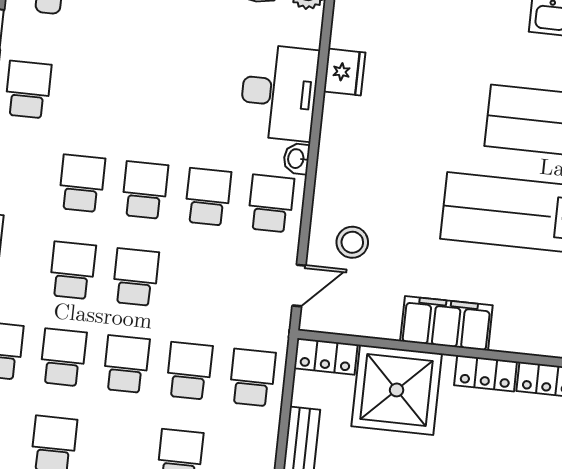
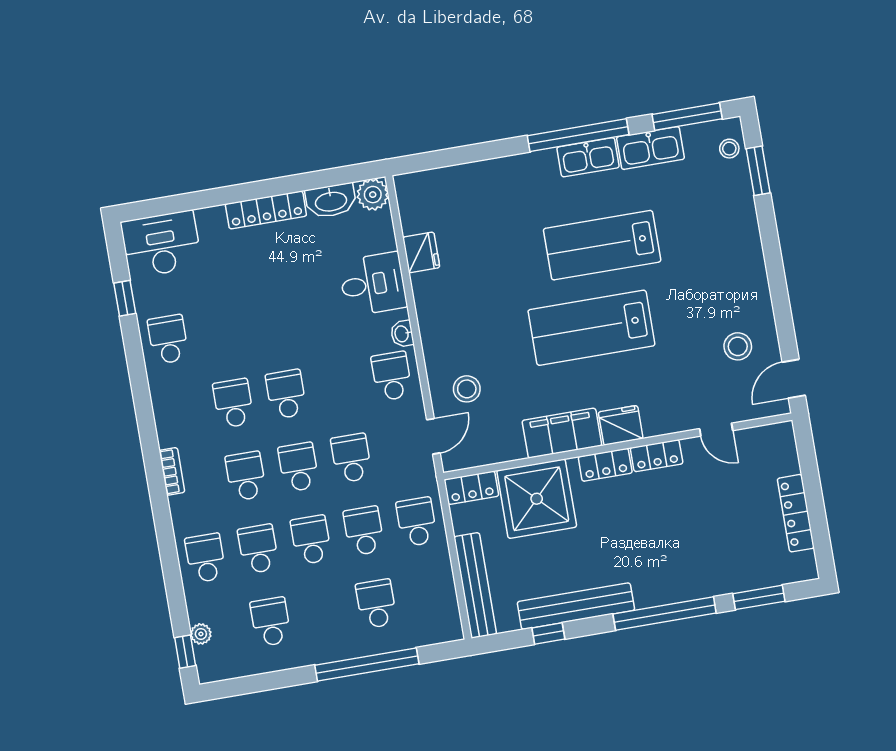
desk: (279, 93) -> (373, 284), width x0.73
school desk: (208, 197) -> (351, 458), moved
fridge: (516, 333) -> (621, 425), added

